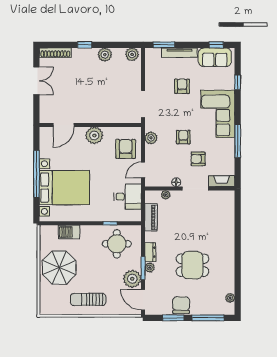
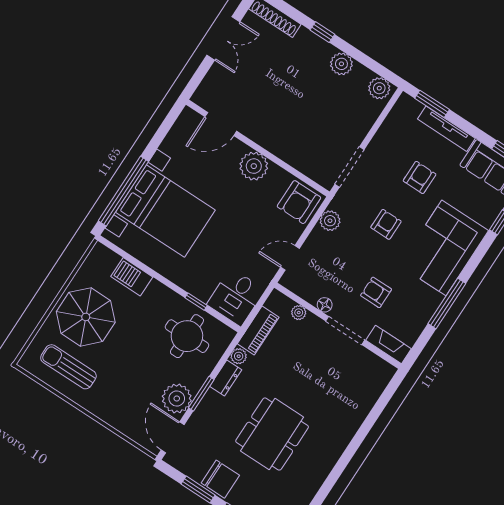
armchair: (183, 137) -> (386, 224), moved
armchair: (126, 149) -> (299, 202), moved, turned 180
window: (36, 174) -> (123, 191), moved
desk: (128, 197) -> (236, 297), moved, turned 90
dining table: (192, 265) -> (272, 434), width x1.37
plant: (150, 268) -> (239, 356), moved
sun lounger: (88, 299) -> (68, 367), moved
chair: (181, 305) -> (220, 479), turned 90

